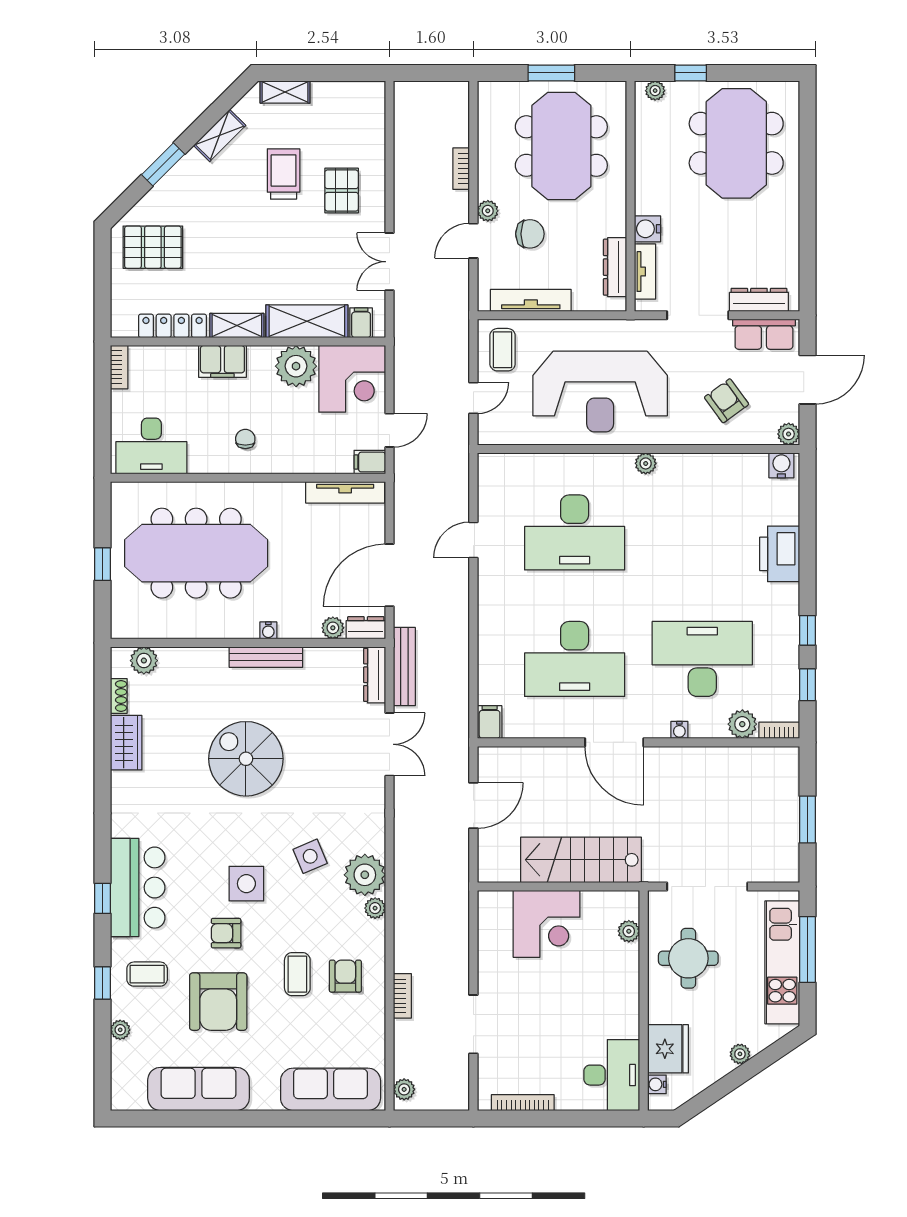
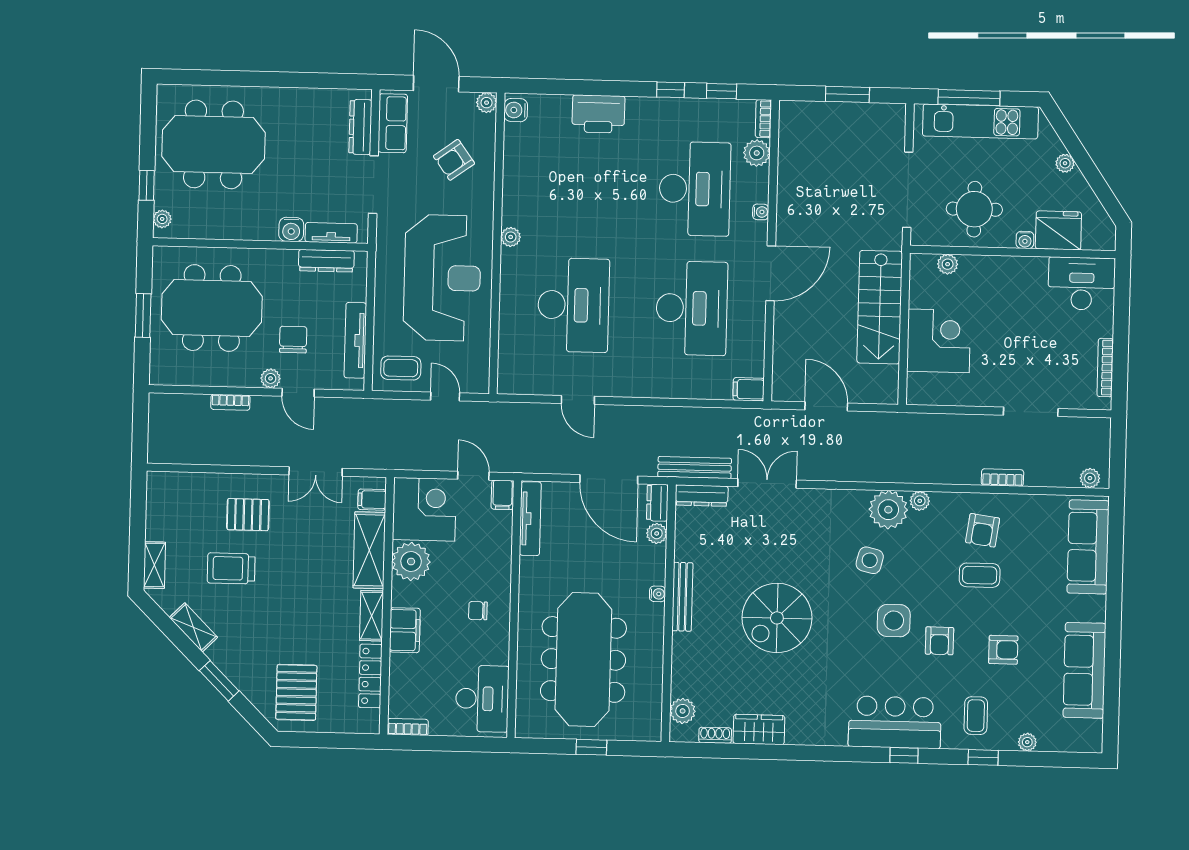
desk: (702, 659) -> (695, 189), turned 180
side table: (310, 856) -> (870, 560), turned 37
armchair: (345, 976) -> (983, 530), turned -82
armchair: (218, 1002) -> (1003, 650), width x0.53, depth x0.53
water cooler: (657, 1084) -> (1025, 240), moved

